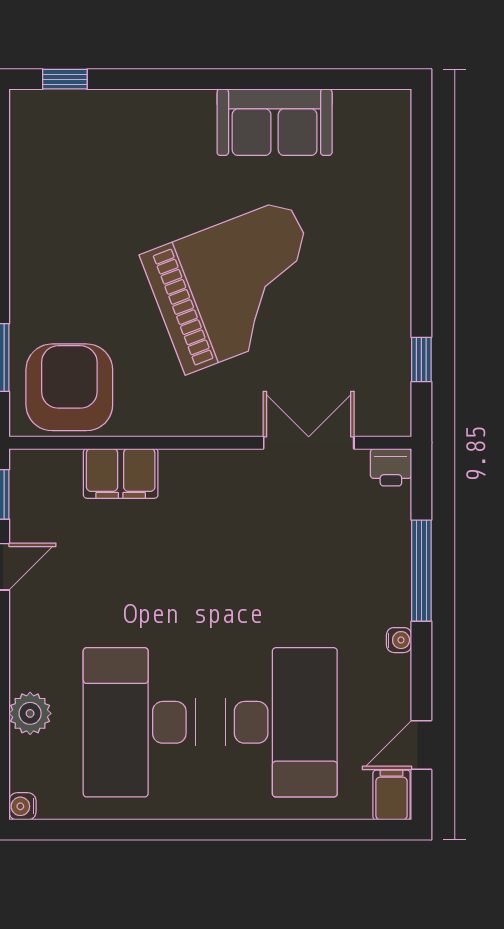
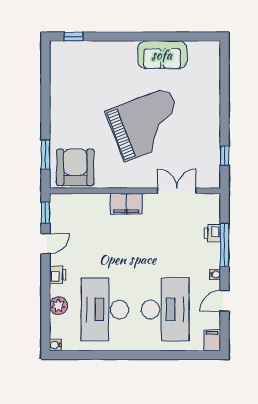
printer: (391, 467) -> (213, 233), moved, turned 90
filing cabinet: (121, 473) -> (126, 204), moved
printer: (28, 641) -> (58, 275), added
door: (421, 745) -> (225, 301), moved

